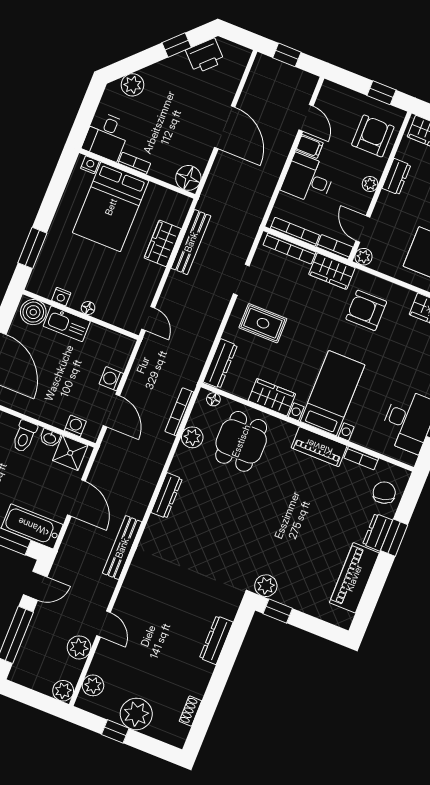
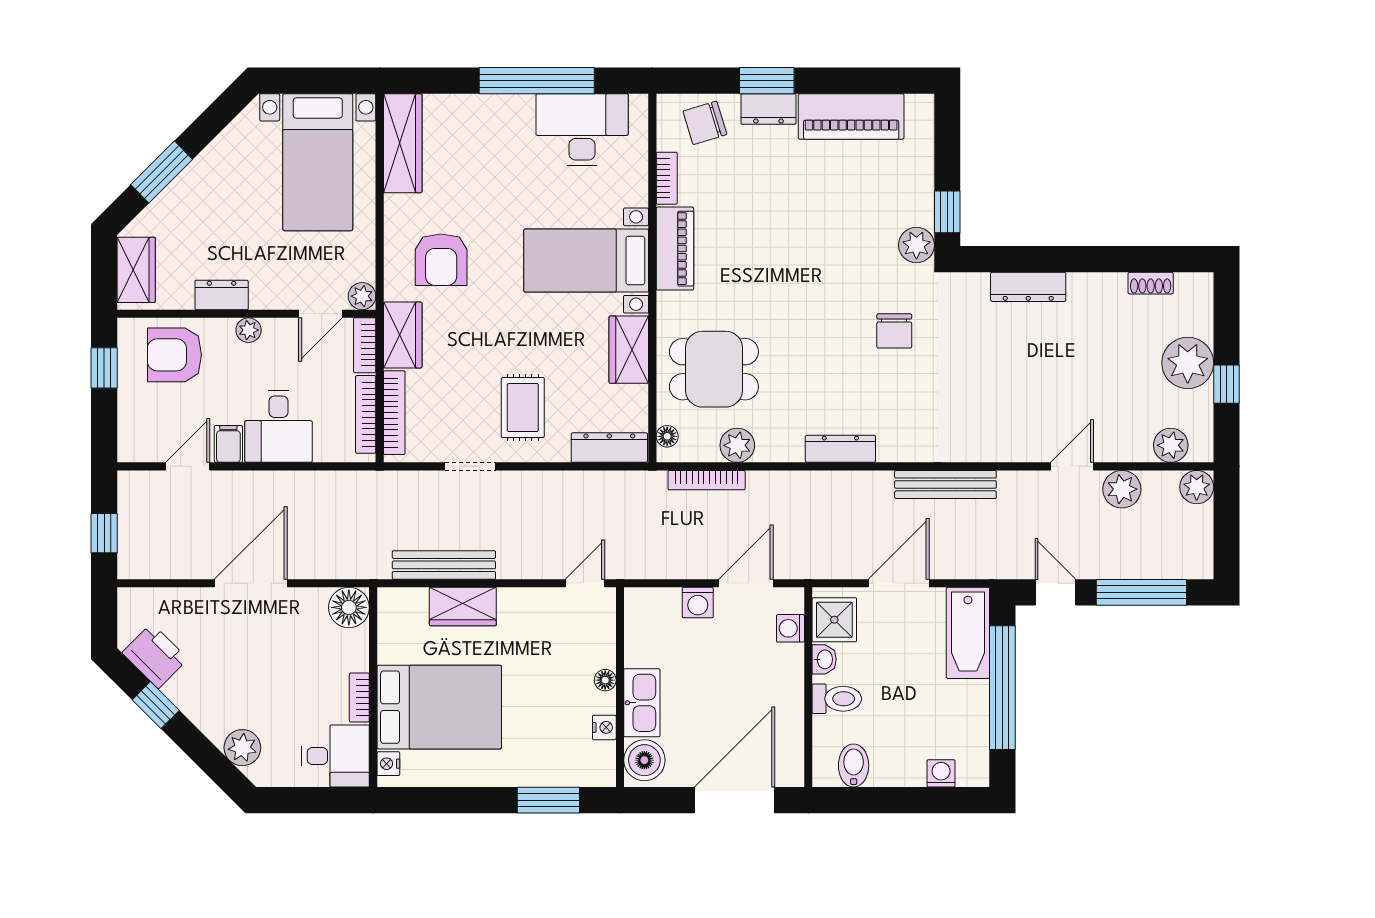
chair: (222, 553) -> (894, 331), added

